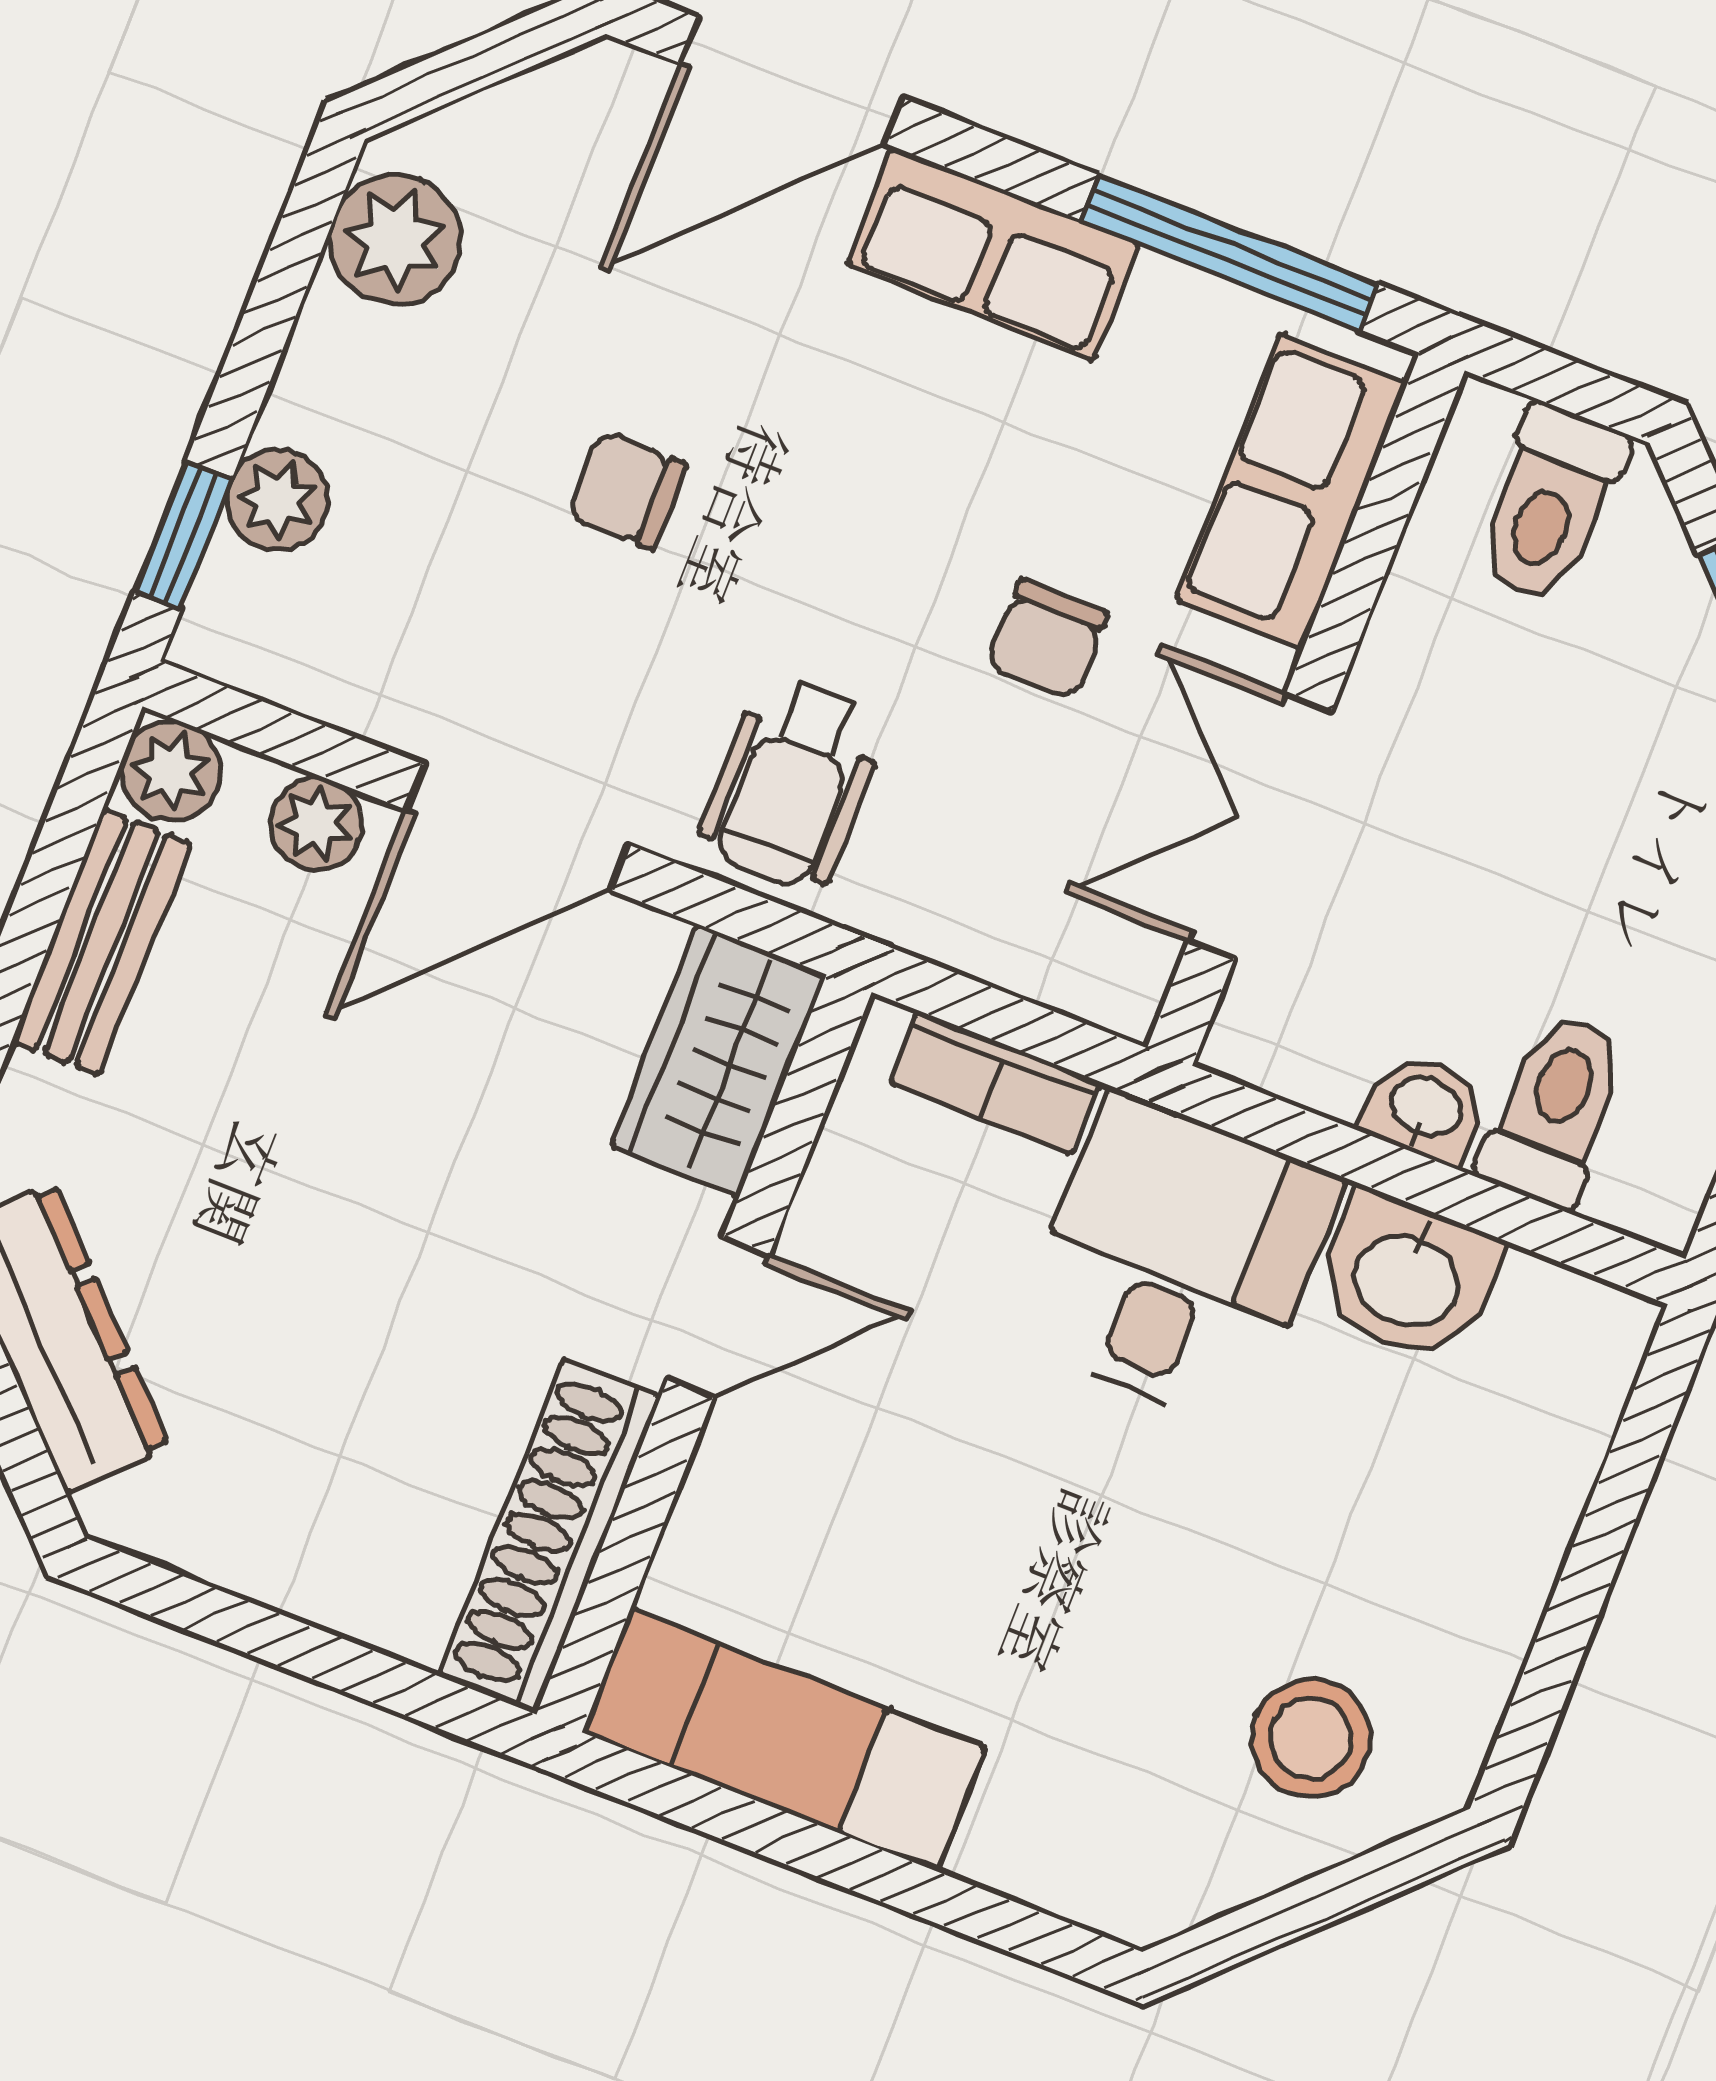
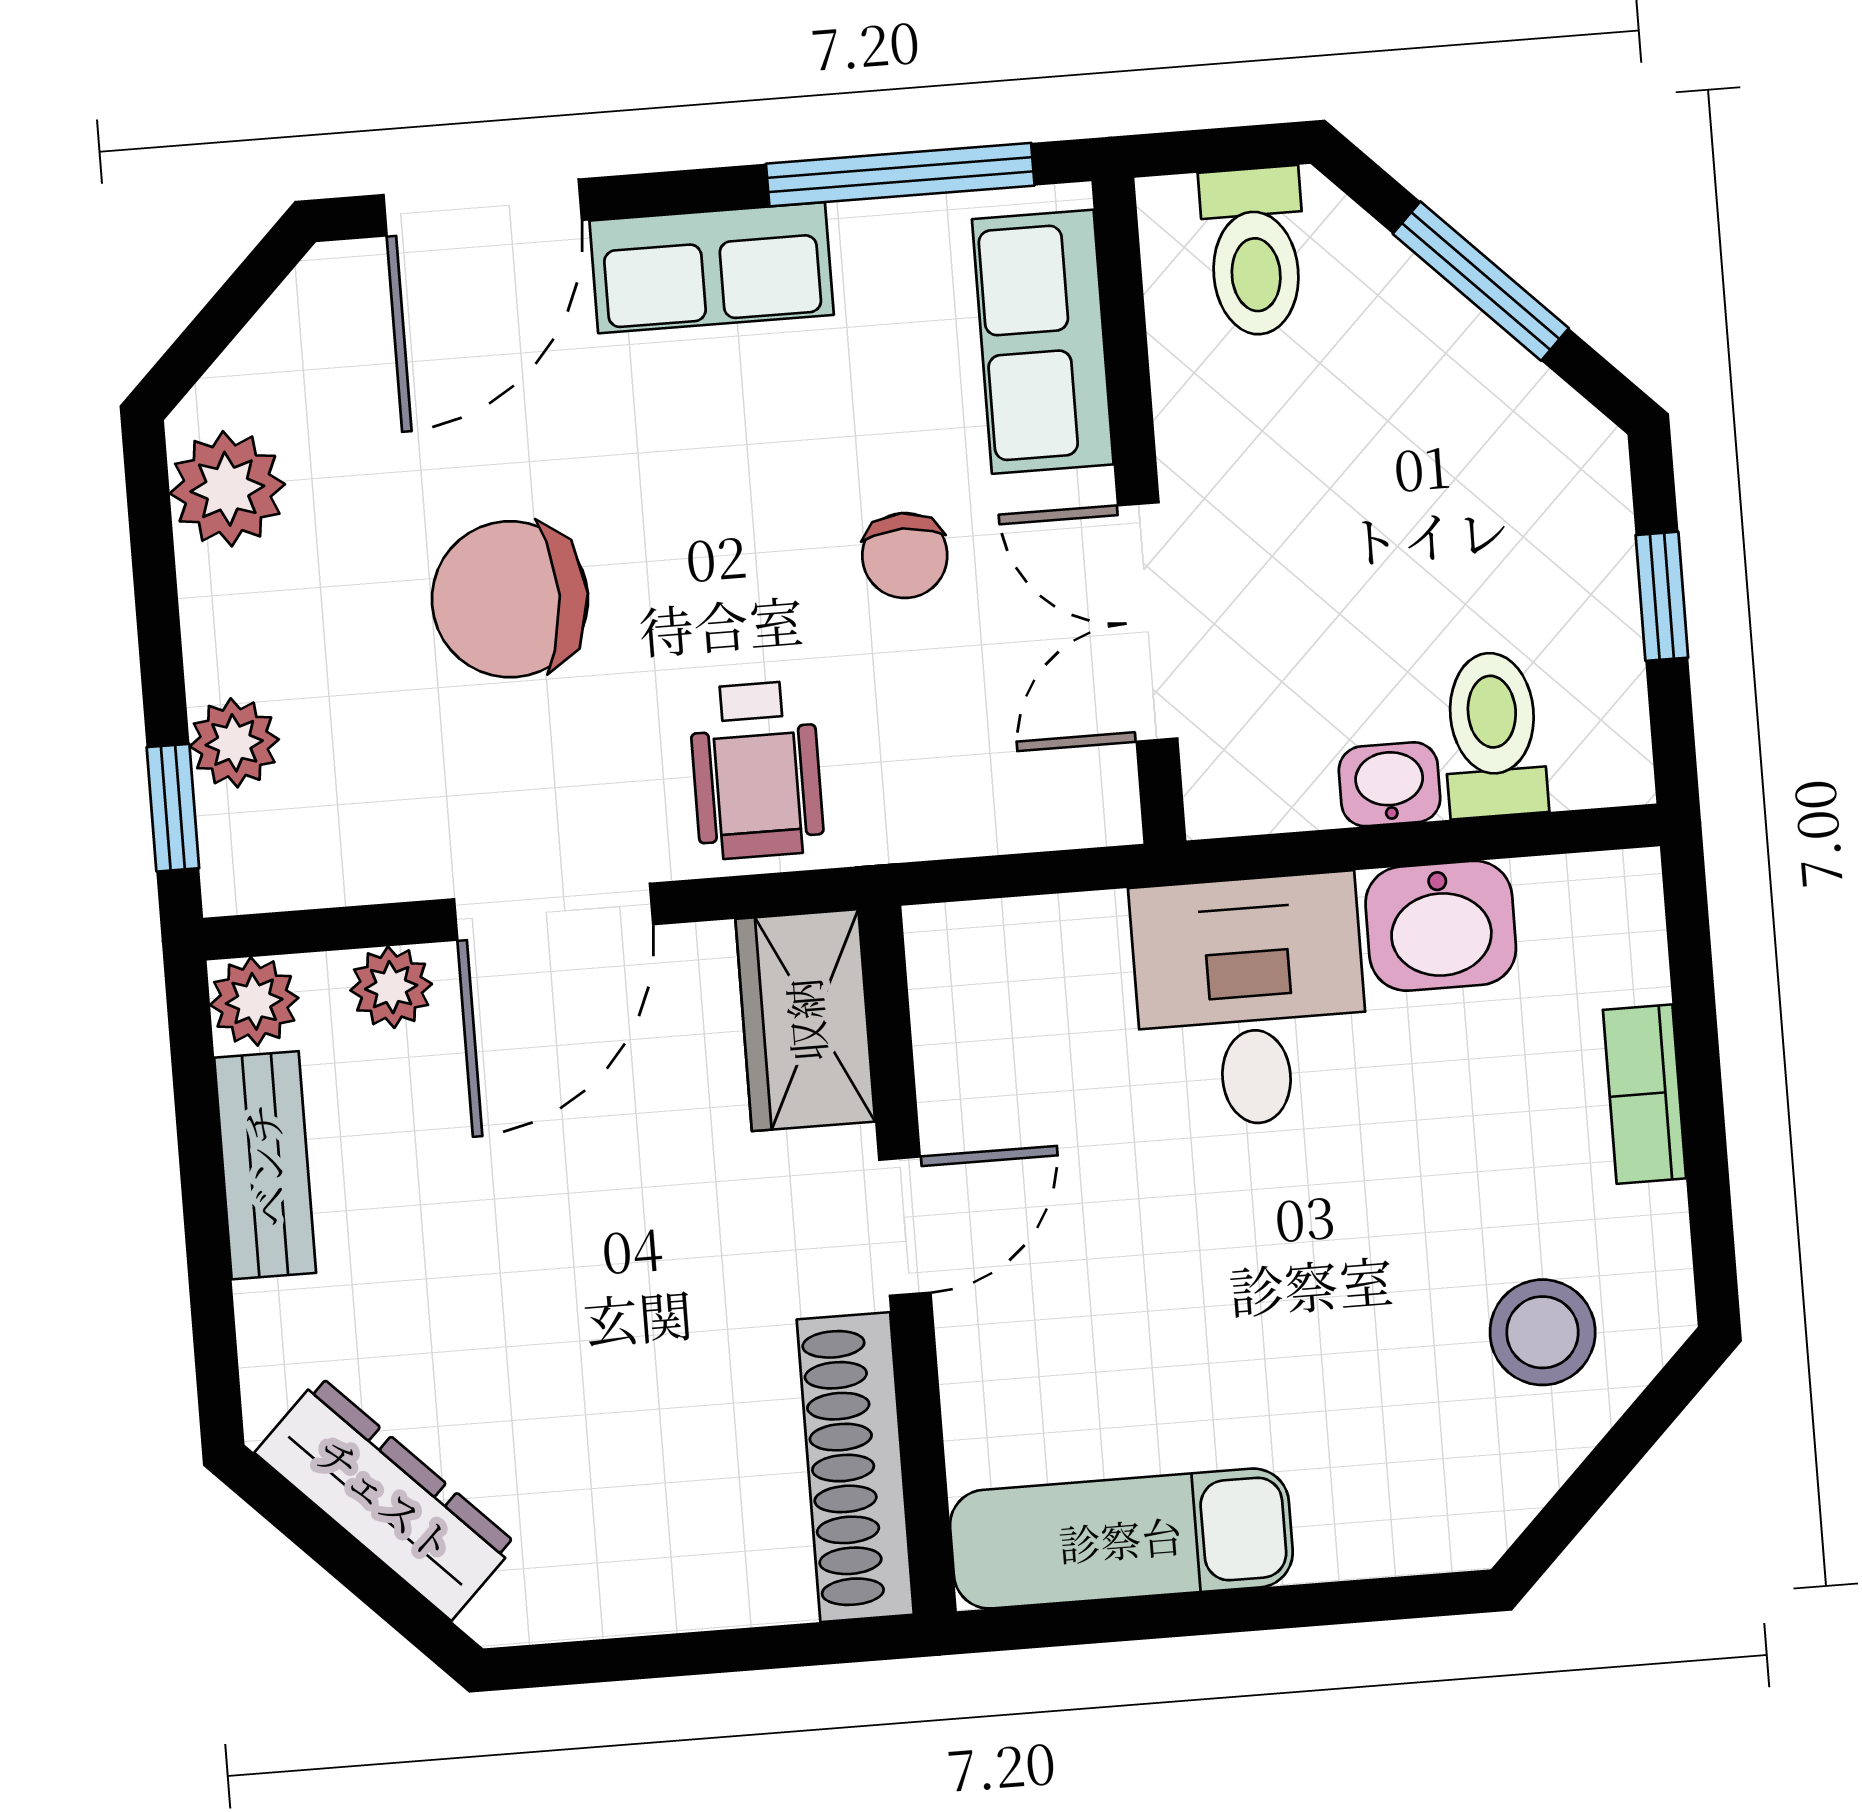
chair: (627, 490) -> (510, 599), width x1.87, depth x1.87
bookcase: (995, 1083) -> (1644, 1094), moved, turned 90

